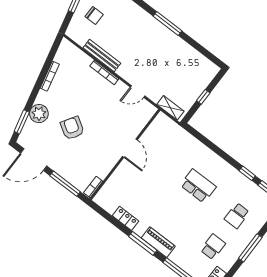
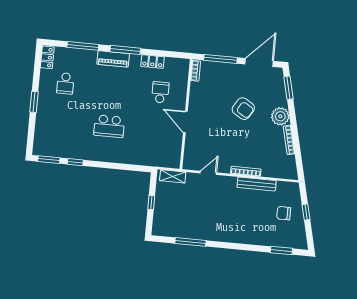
window: (168, 24) -> (190, 242), moved
plant: (39, 114) -> (280, 116), moved
school desk: (237, 216) -> (160, 92), moved
window: (250, 248) -> (34, 102), width x0.69

